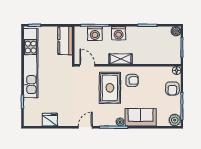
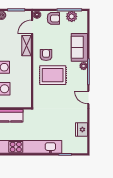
shelving: (121, 59) -> (27, 46), moved
door: (87, 65) -> (32, 27), moved
plant: (175, 120) -> (72, 16), moved

